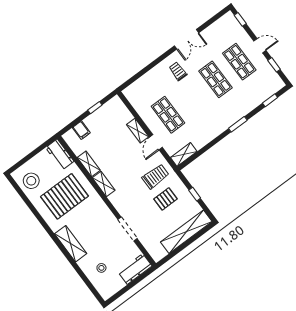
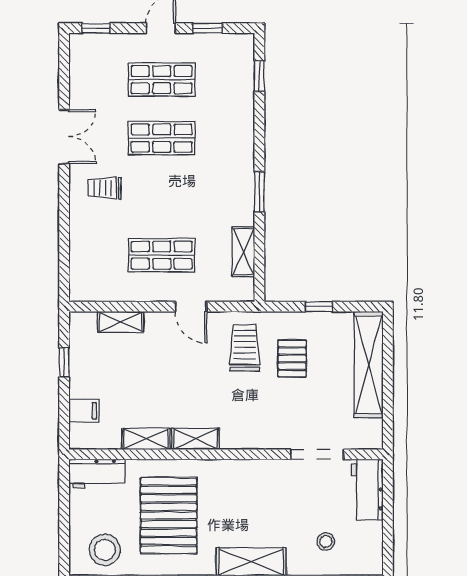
window: (238, 124) -> (259, 192), moved
shelving: (138, 131) -> (121, 322), moved
shelving: (184, 155) -> (243, 252), moved
doorway: (127, 229) -> (317, 454), moved

